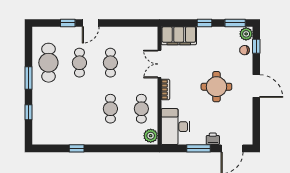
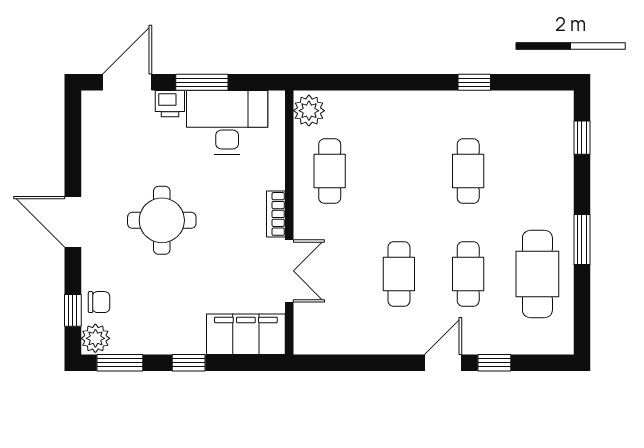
cafe table: (110, 109) -> (468, 171), moved
window: (29, 112) -> (582, 138), moved
desk: (176, 127) -> (227, 122), moved, turned -90

